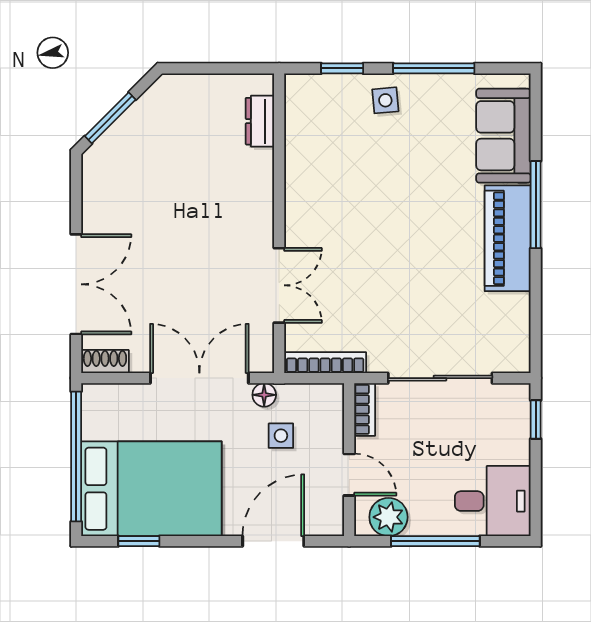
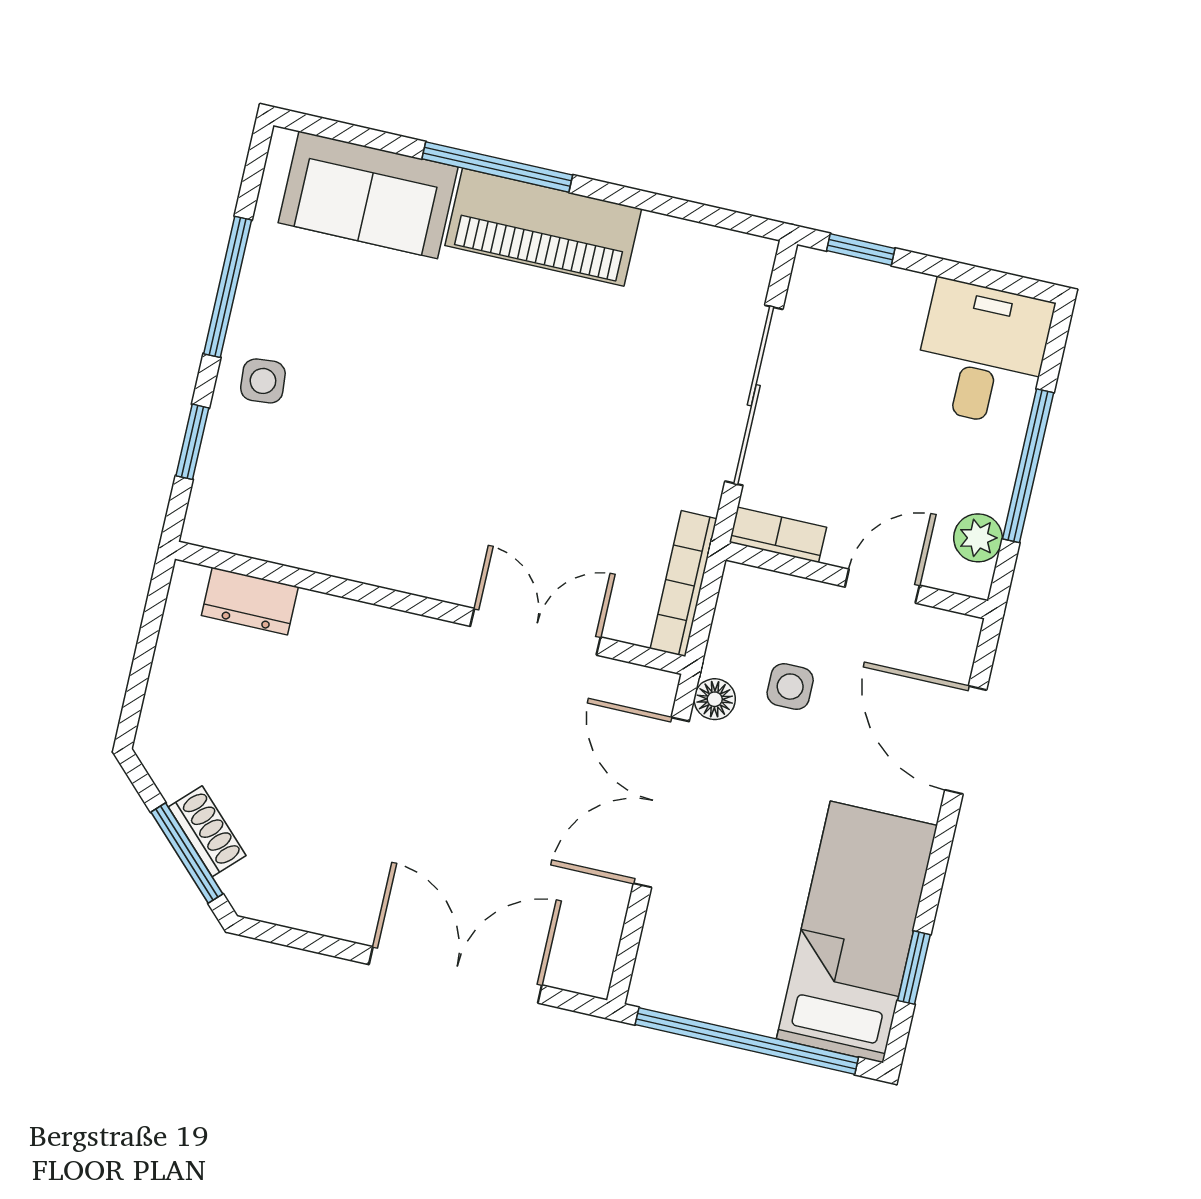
shoe rack: (105, 361) -> (207, 831), moved, turned 135
bed: (151, 489) -> (857, 932), width x0.67
plant: (388, 517) -> (978, 538), width x0.73, depth x0.73

